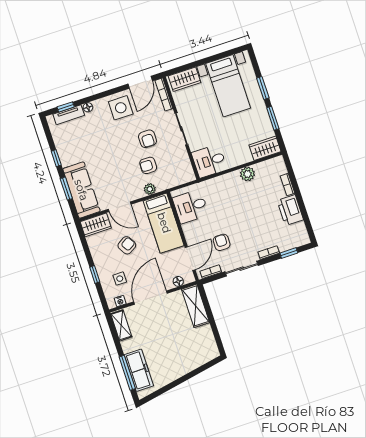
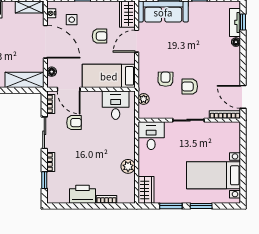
wardrobe: (185, 79) -> (232, 138), removed
side table: (121, 108) -> (226, 72), removed
plant: (150, 189) -> (144, 99), moved
armchair: (127, 245) -> (100, 36), turned -58

